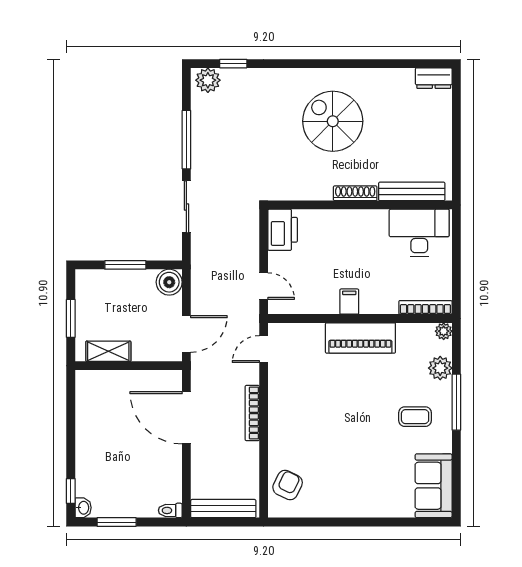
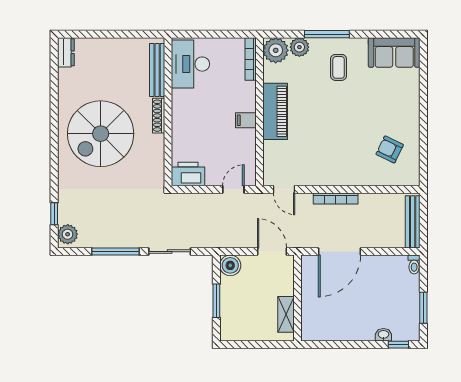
spiral stairs: (333, 121) -> (101, 134), width x1.37, depth x1.37
window: (71, 318) -> (259, 345), removed
plant: (444, 331) -> (276, 50), width x1.88, depth x1.88
armchair: (288, 485) -> (390, 149), moved
washbasin: (83, 508) -> (383, 335), moved

